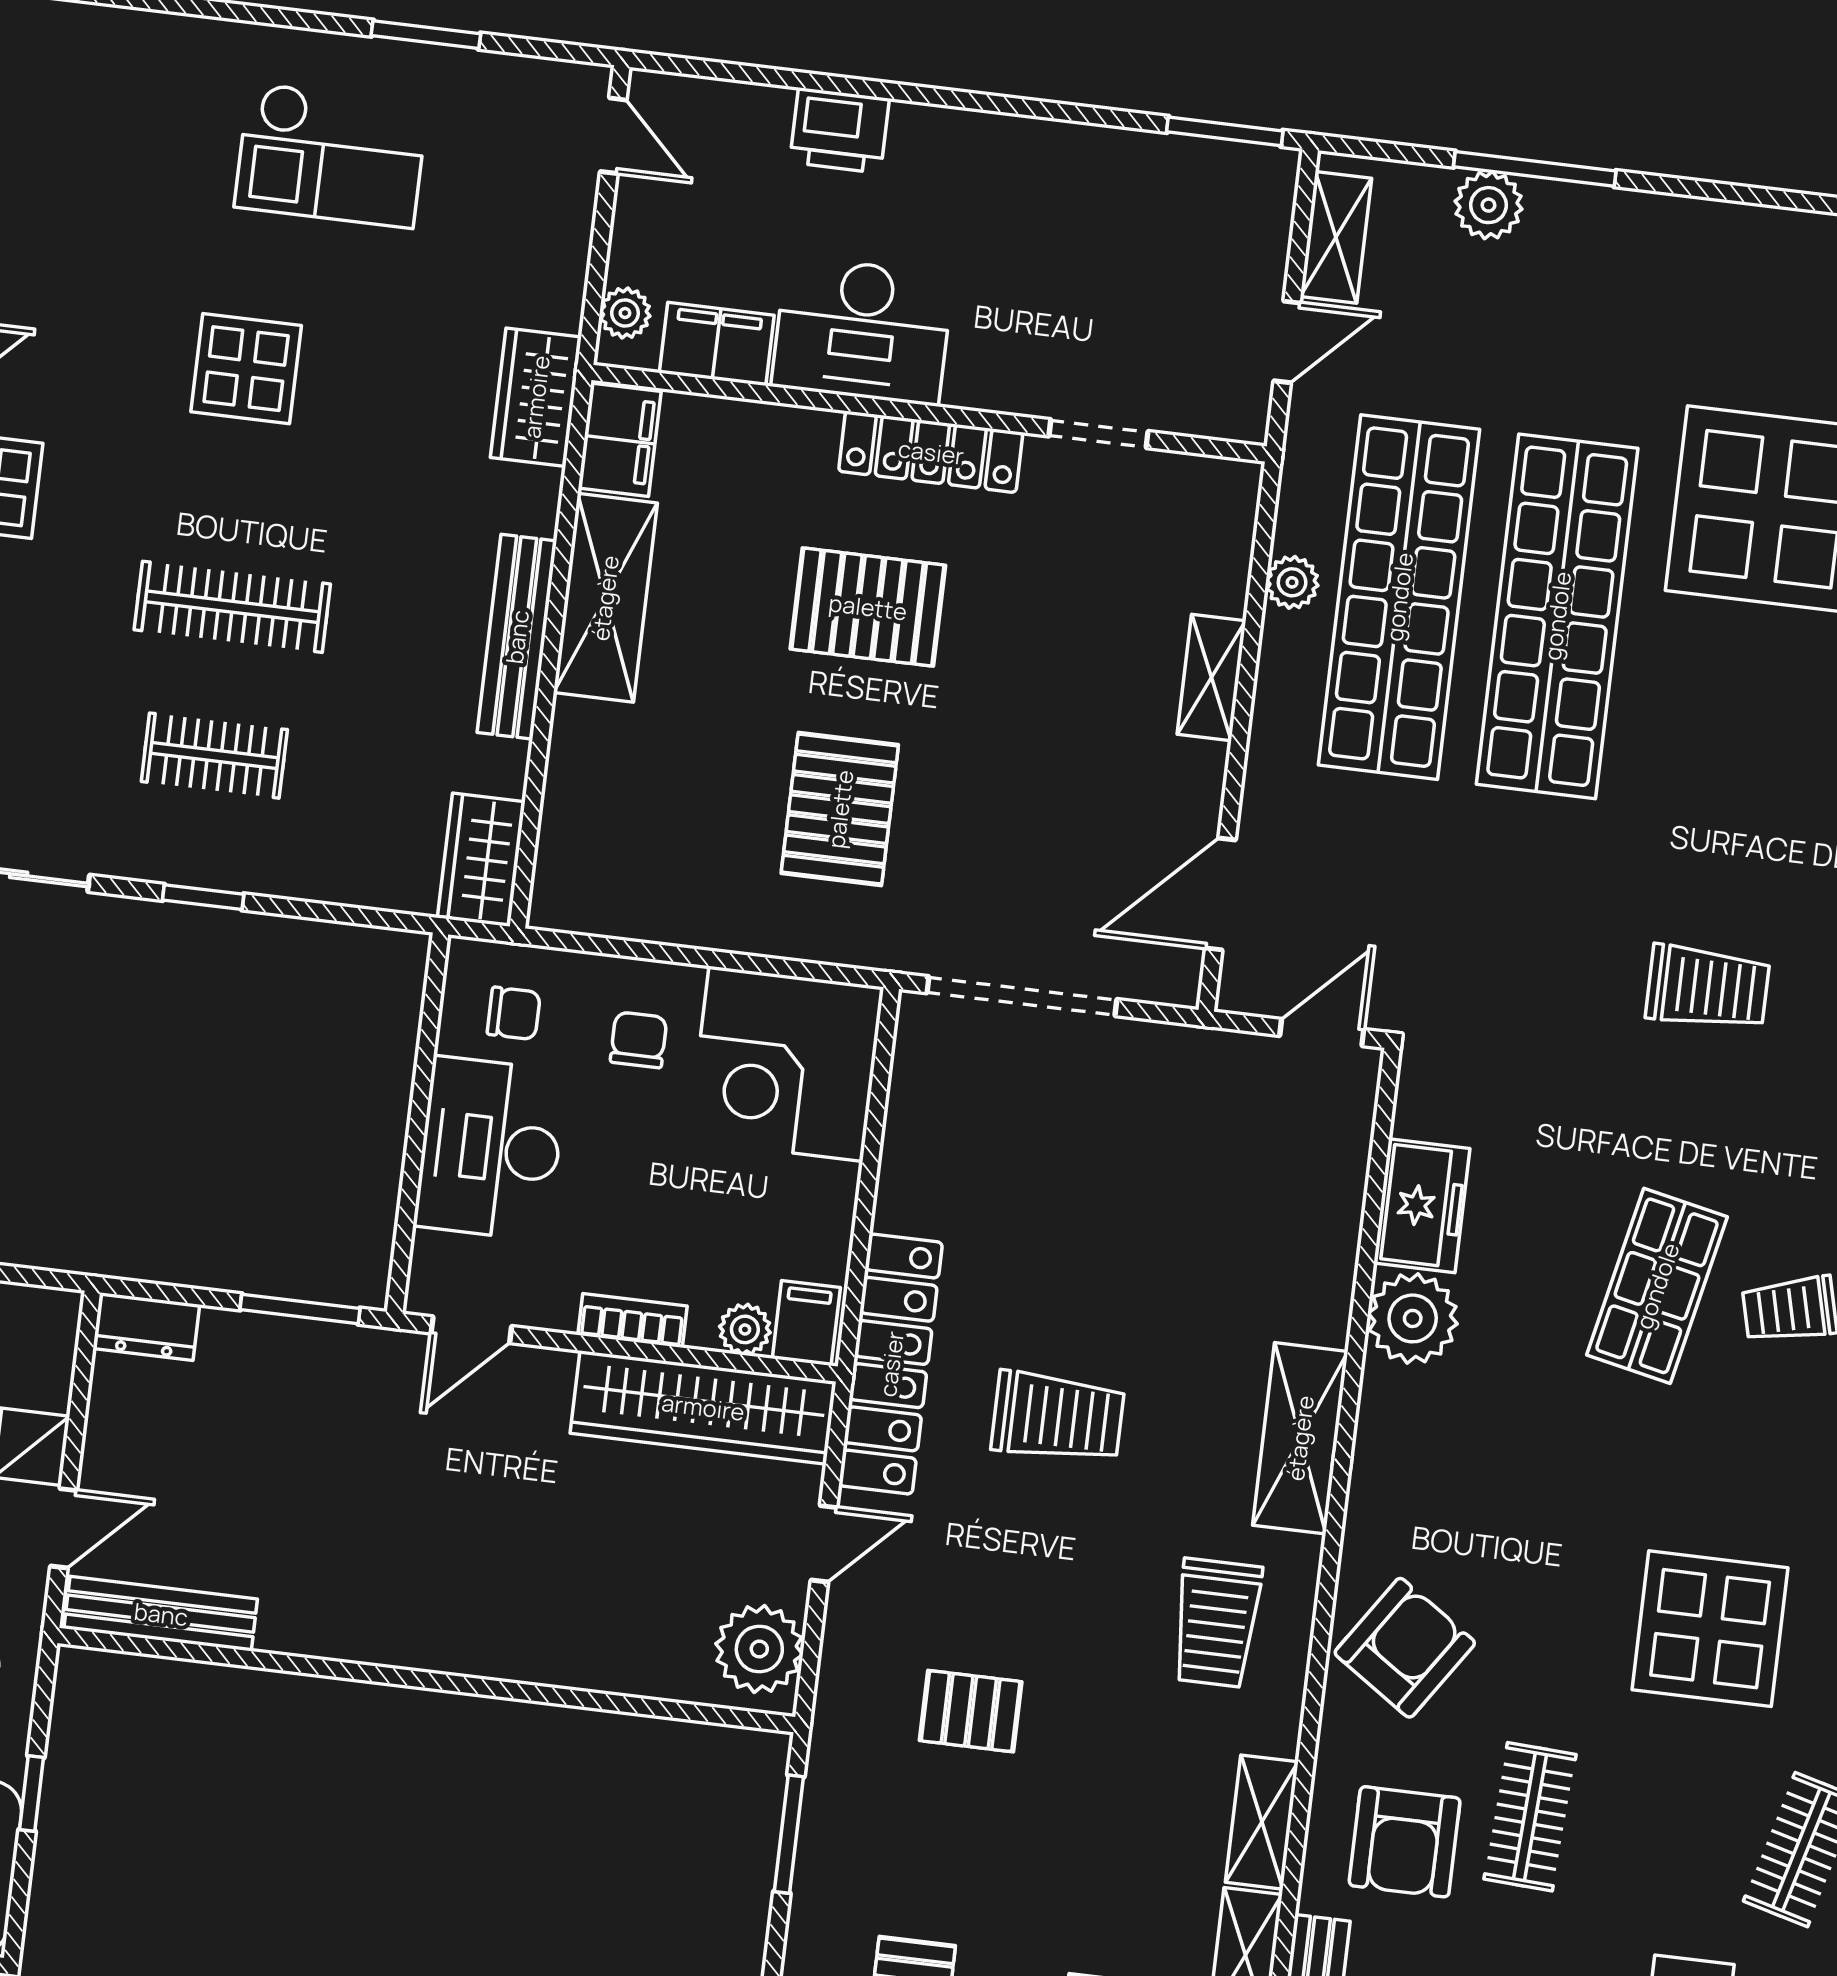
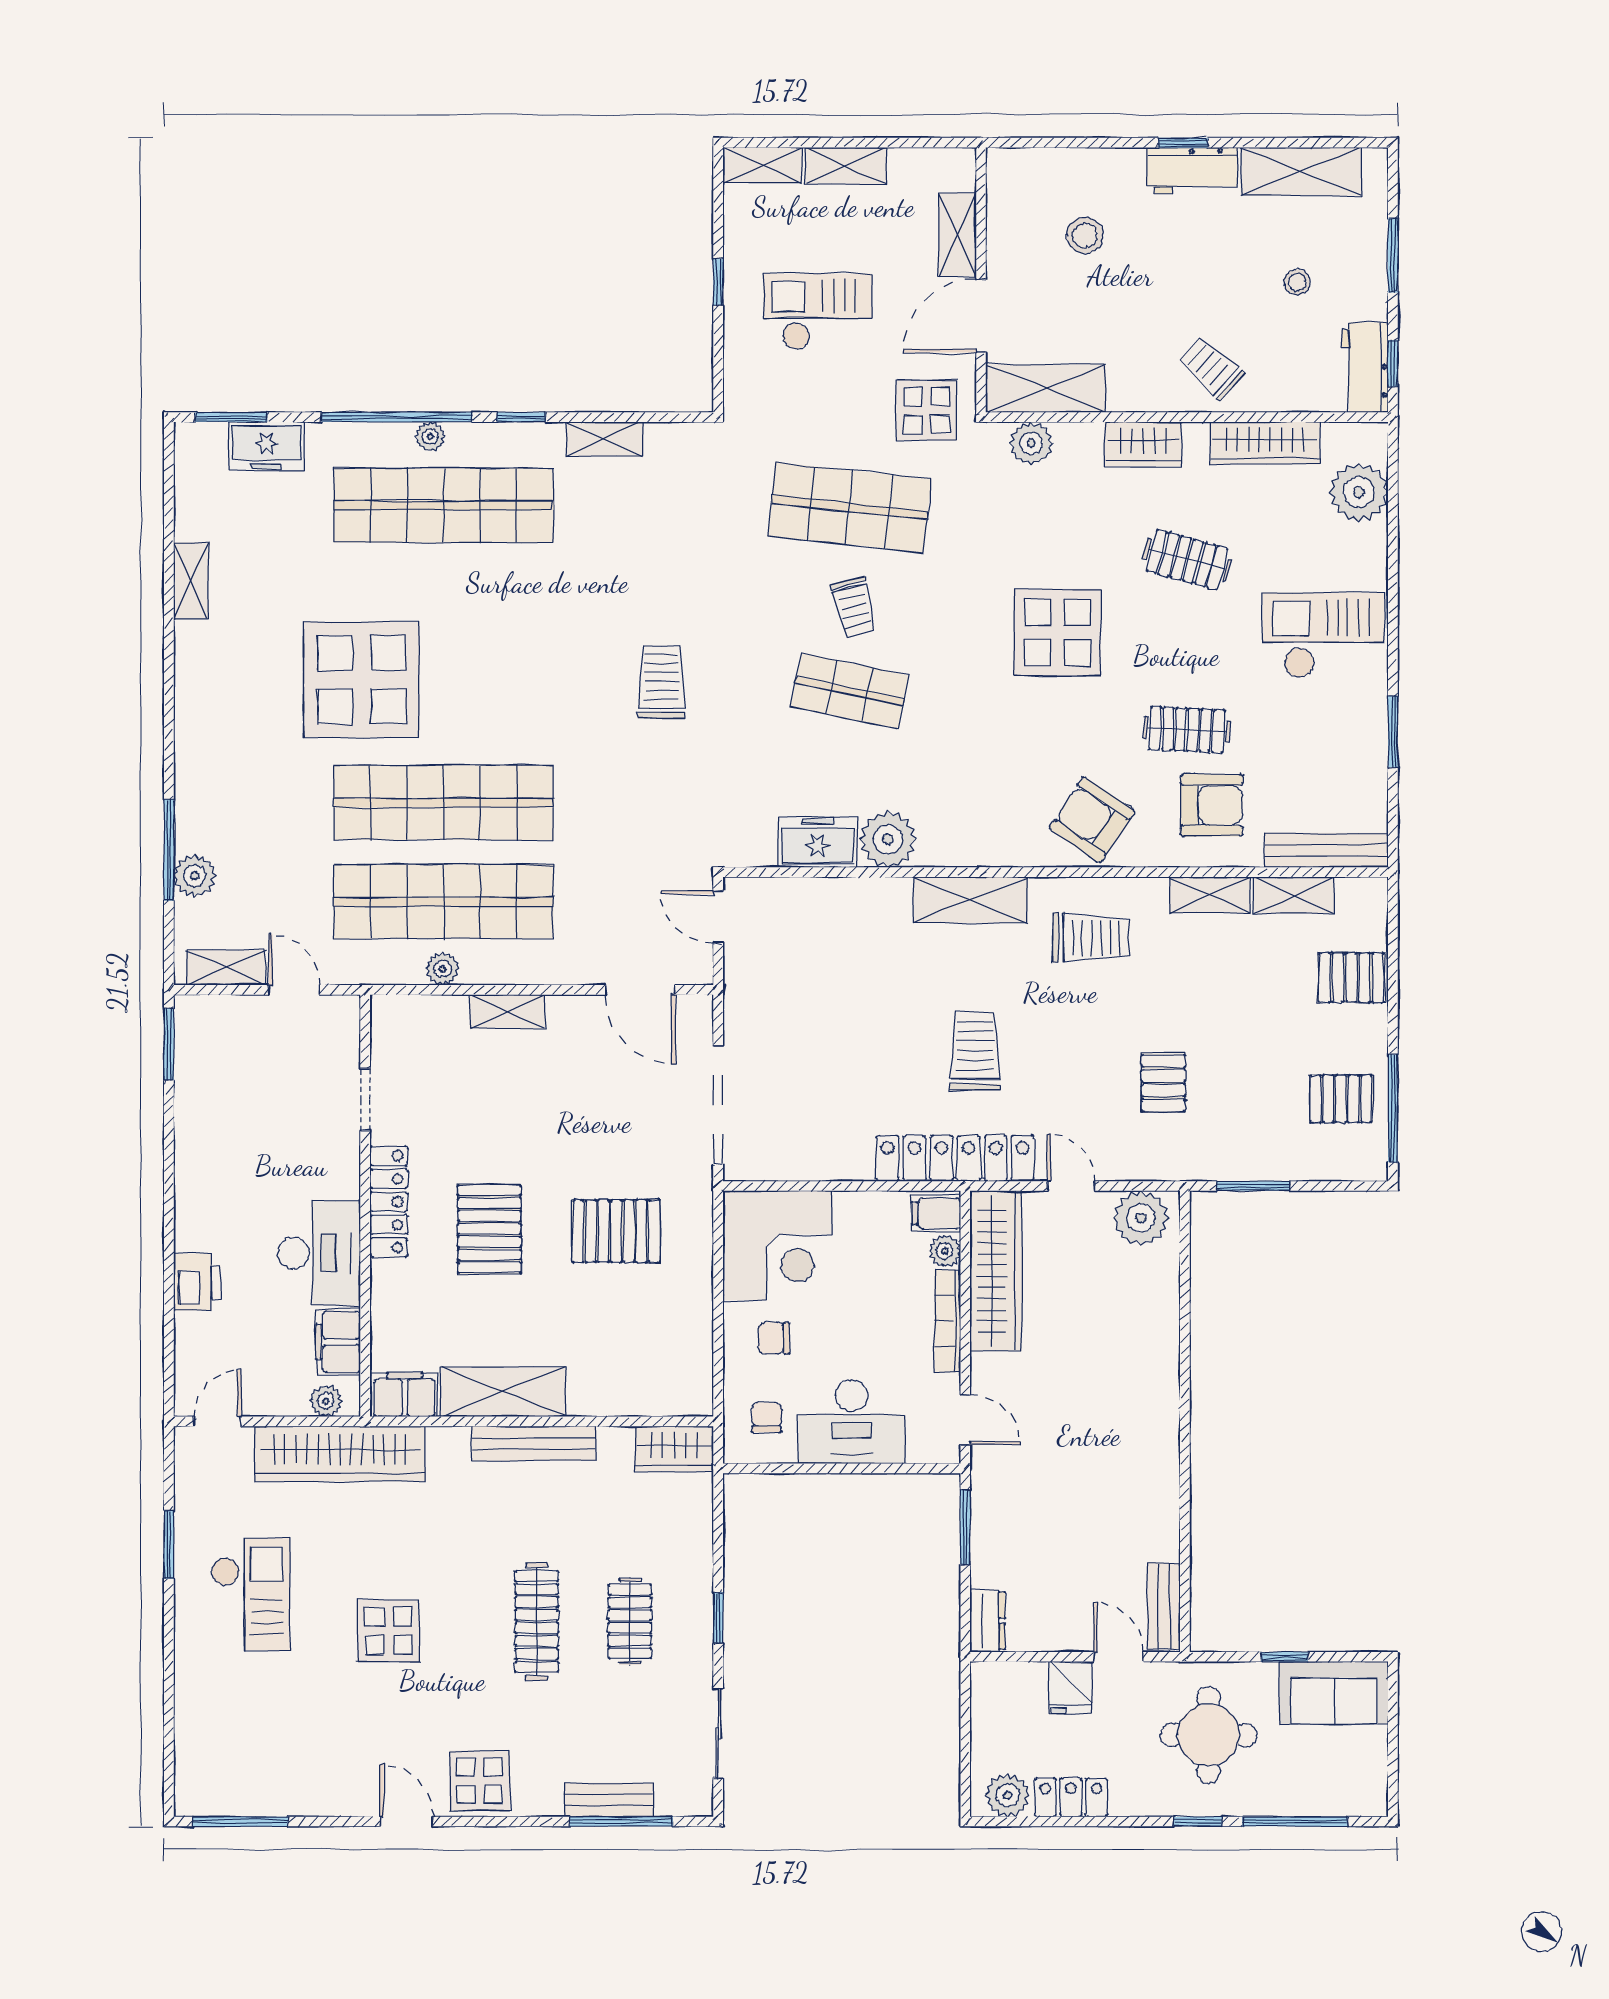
wardrobe: (536, 397) -> (340, 1454), width x2.10, depth x1.17
bookcase: (632, 1320) -> (947, 1321), width x1.56
bench: (161, 1614) -> (1164, 1606), width x0.73

